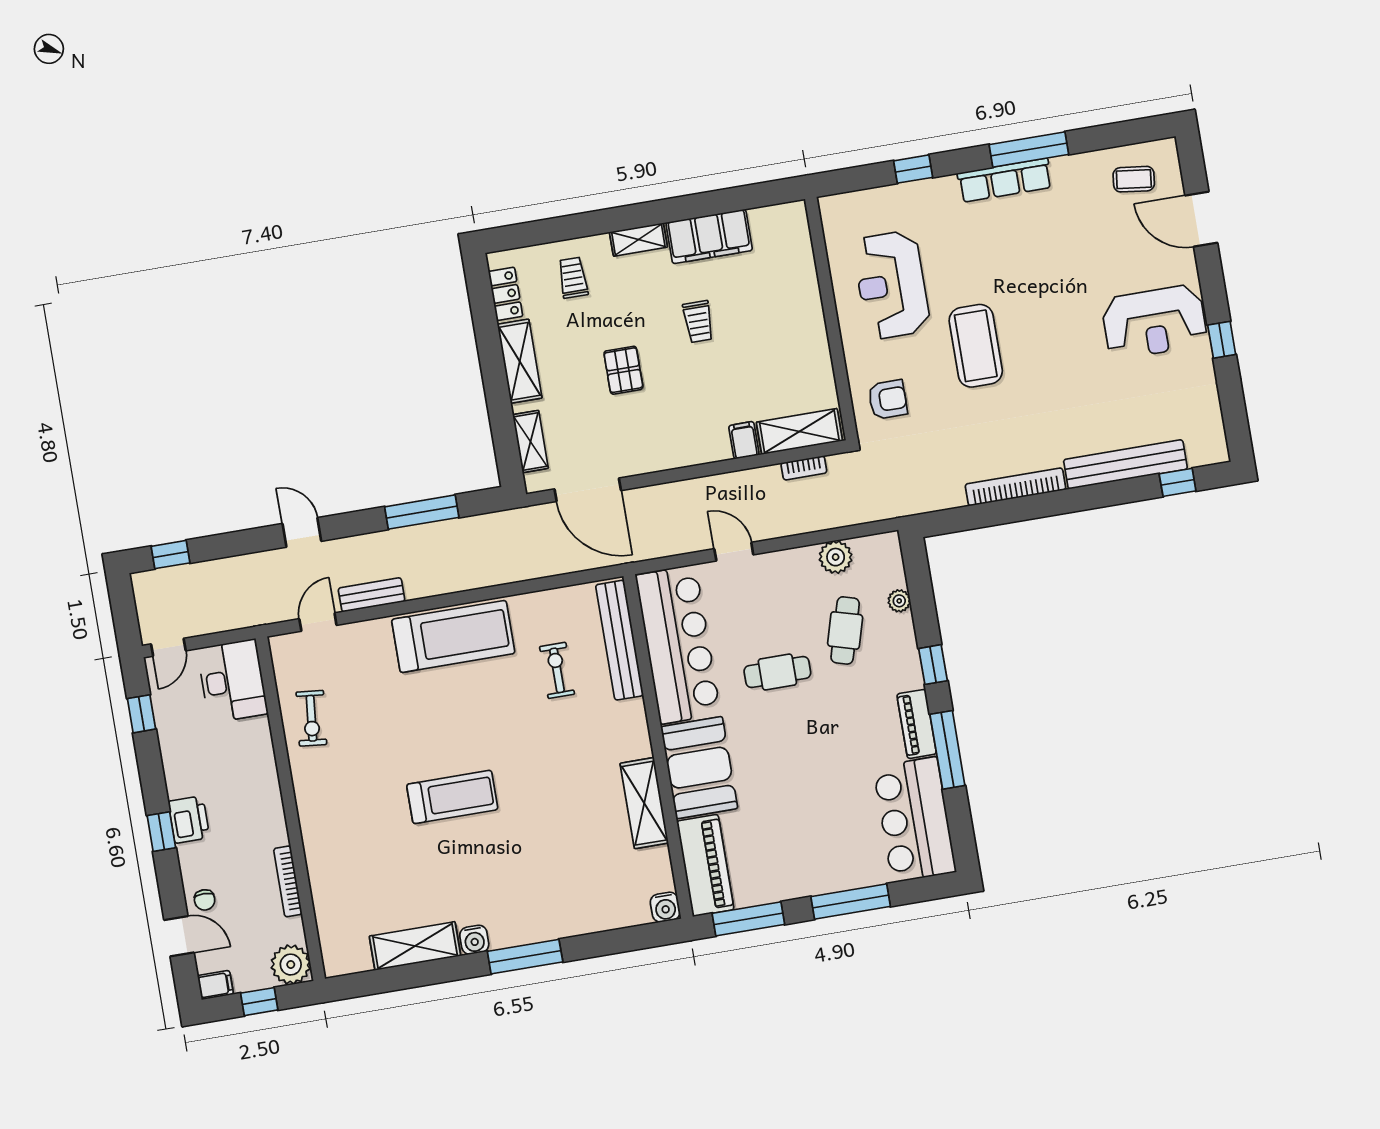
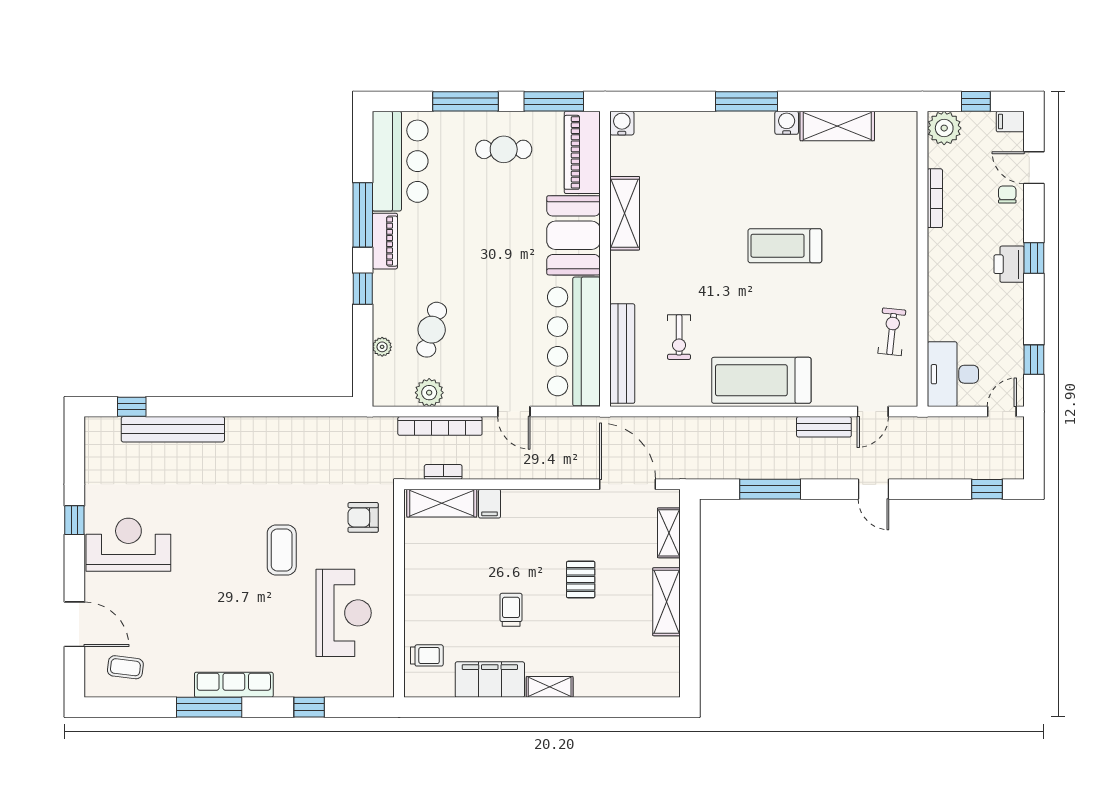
trolley: (573, 278) -> (427, 655), moved, turned -90
locker: (506, 294) -> (669, 660), removed
coffee table: (976, 346) -> (282, 550), width x0.73, depth x0.76
bookcase: (1015, 487) -> (440, 426), moved
cafe table: (777, 672) -> (504, 149), moved

